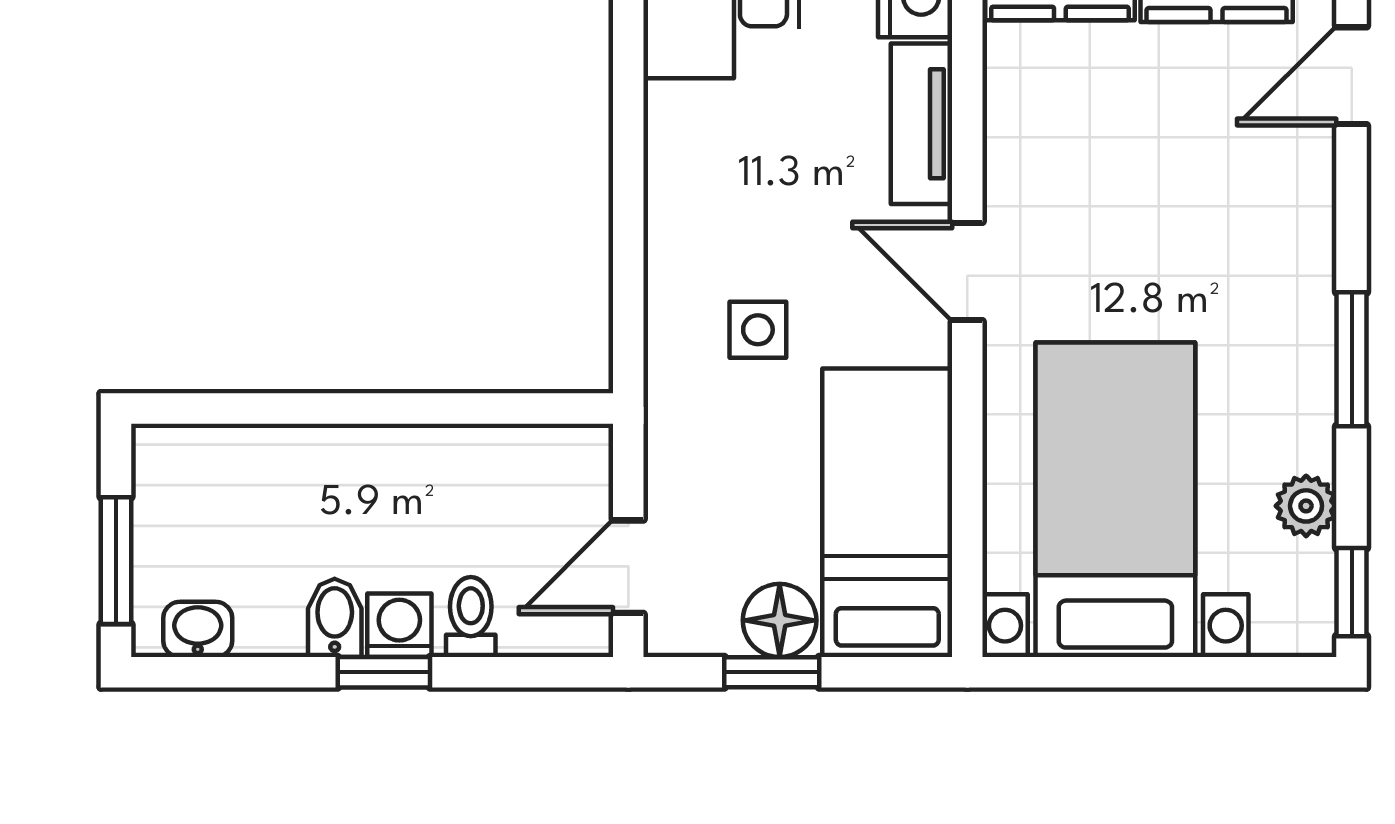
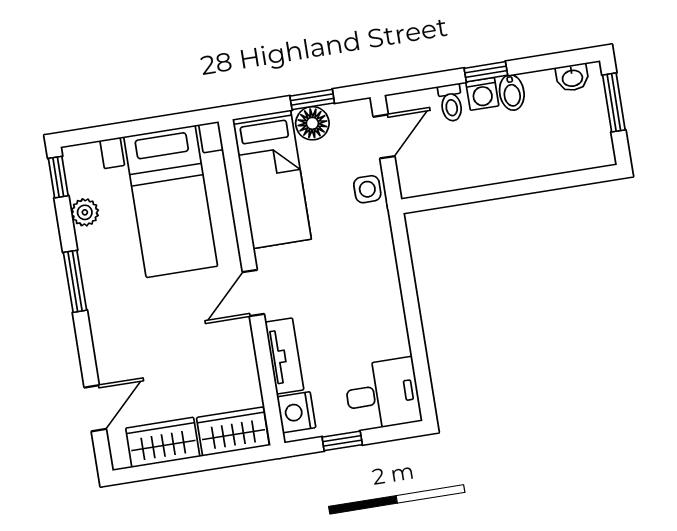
door: (967, 272) -> (253, 293), swing flipped
side table: (758, 330) -> (367, 189), moved

